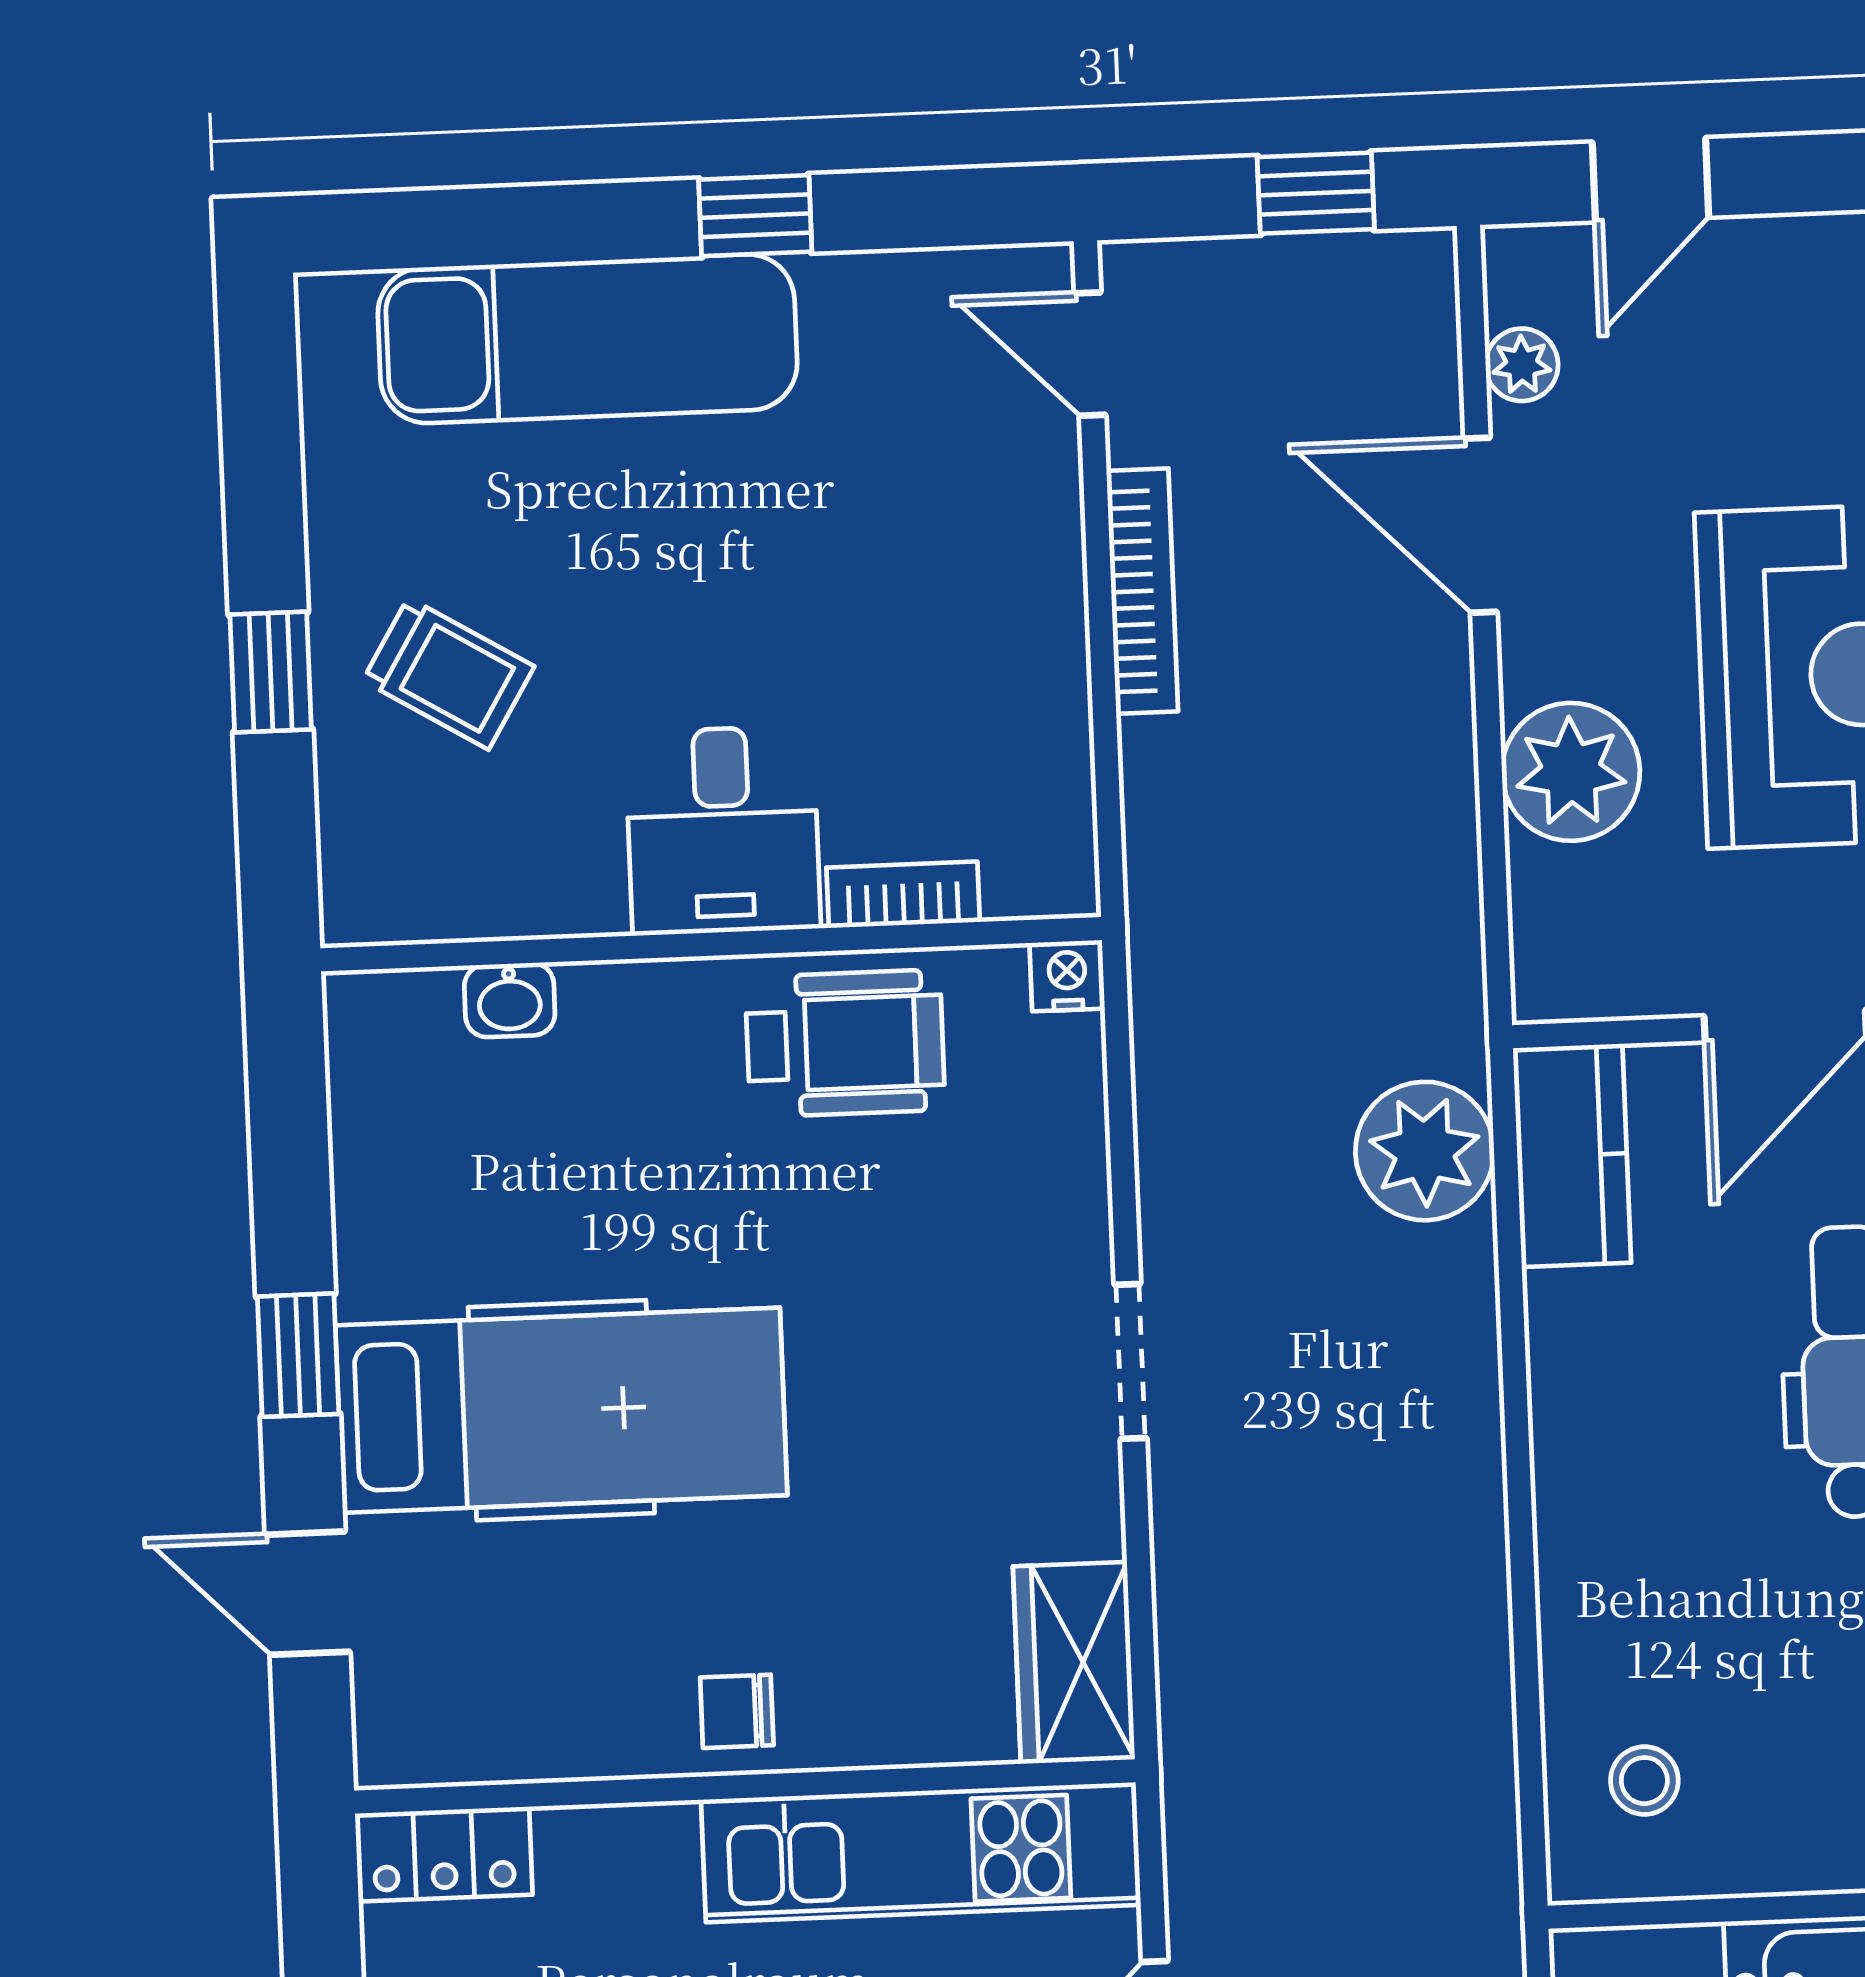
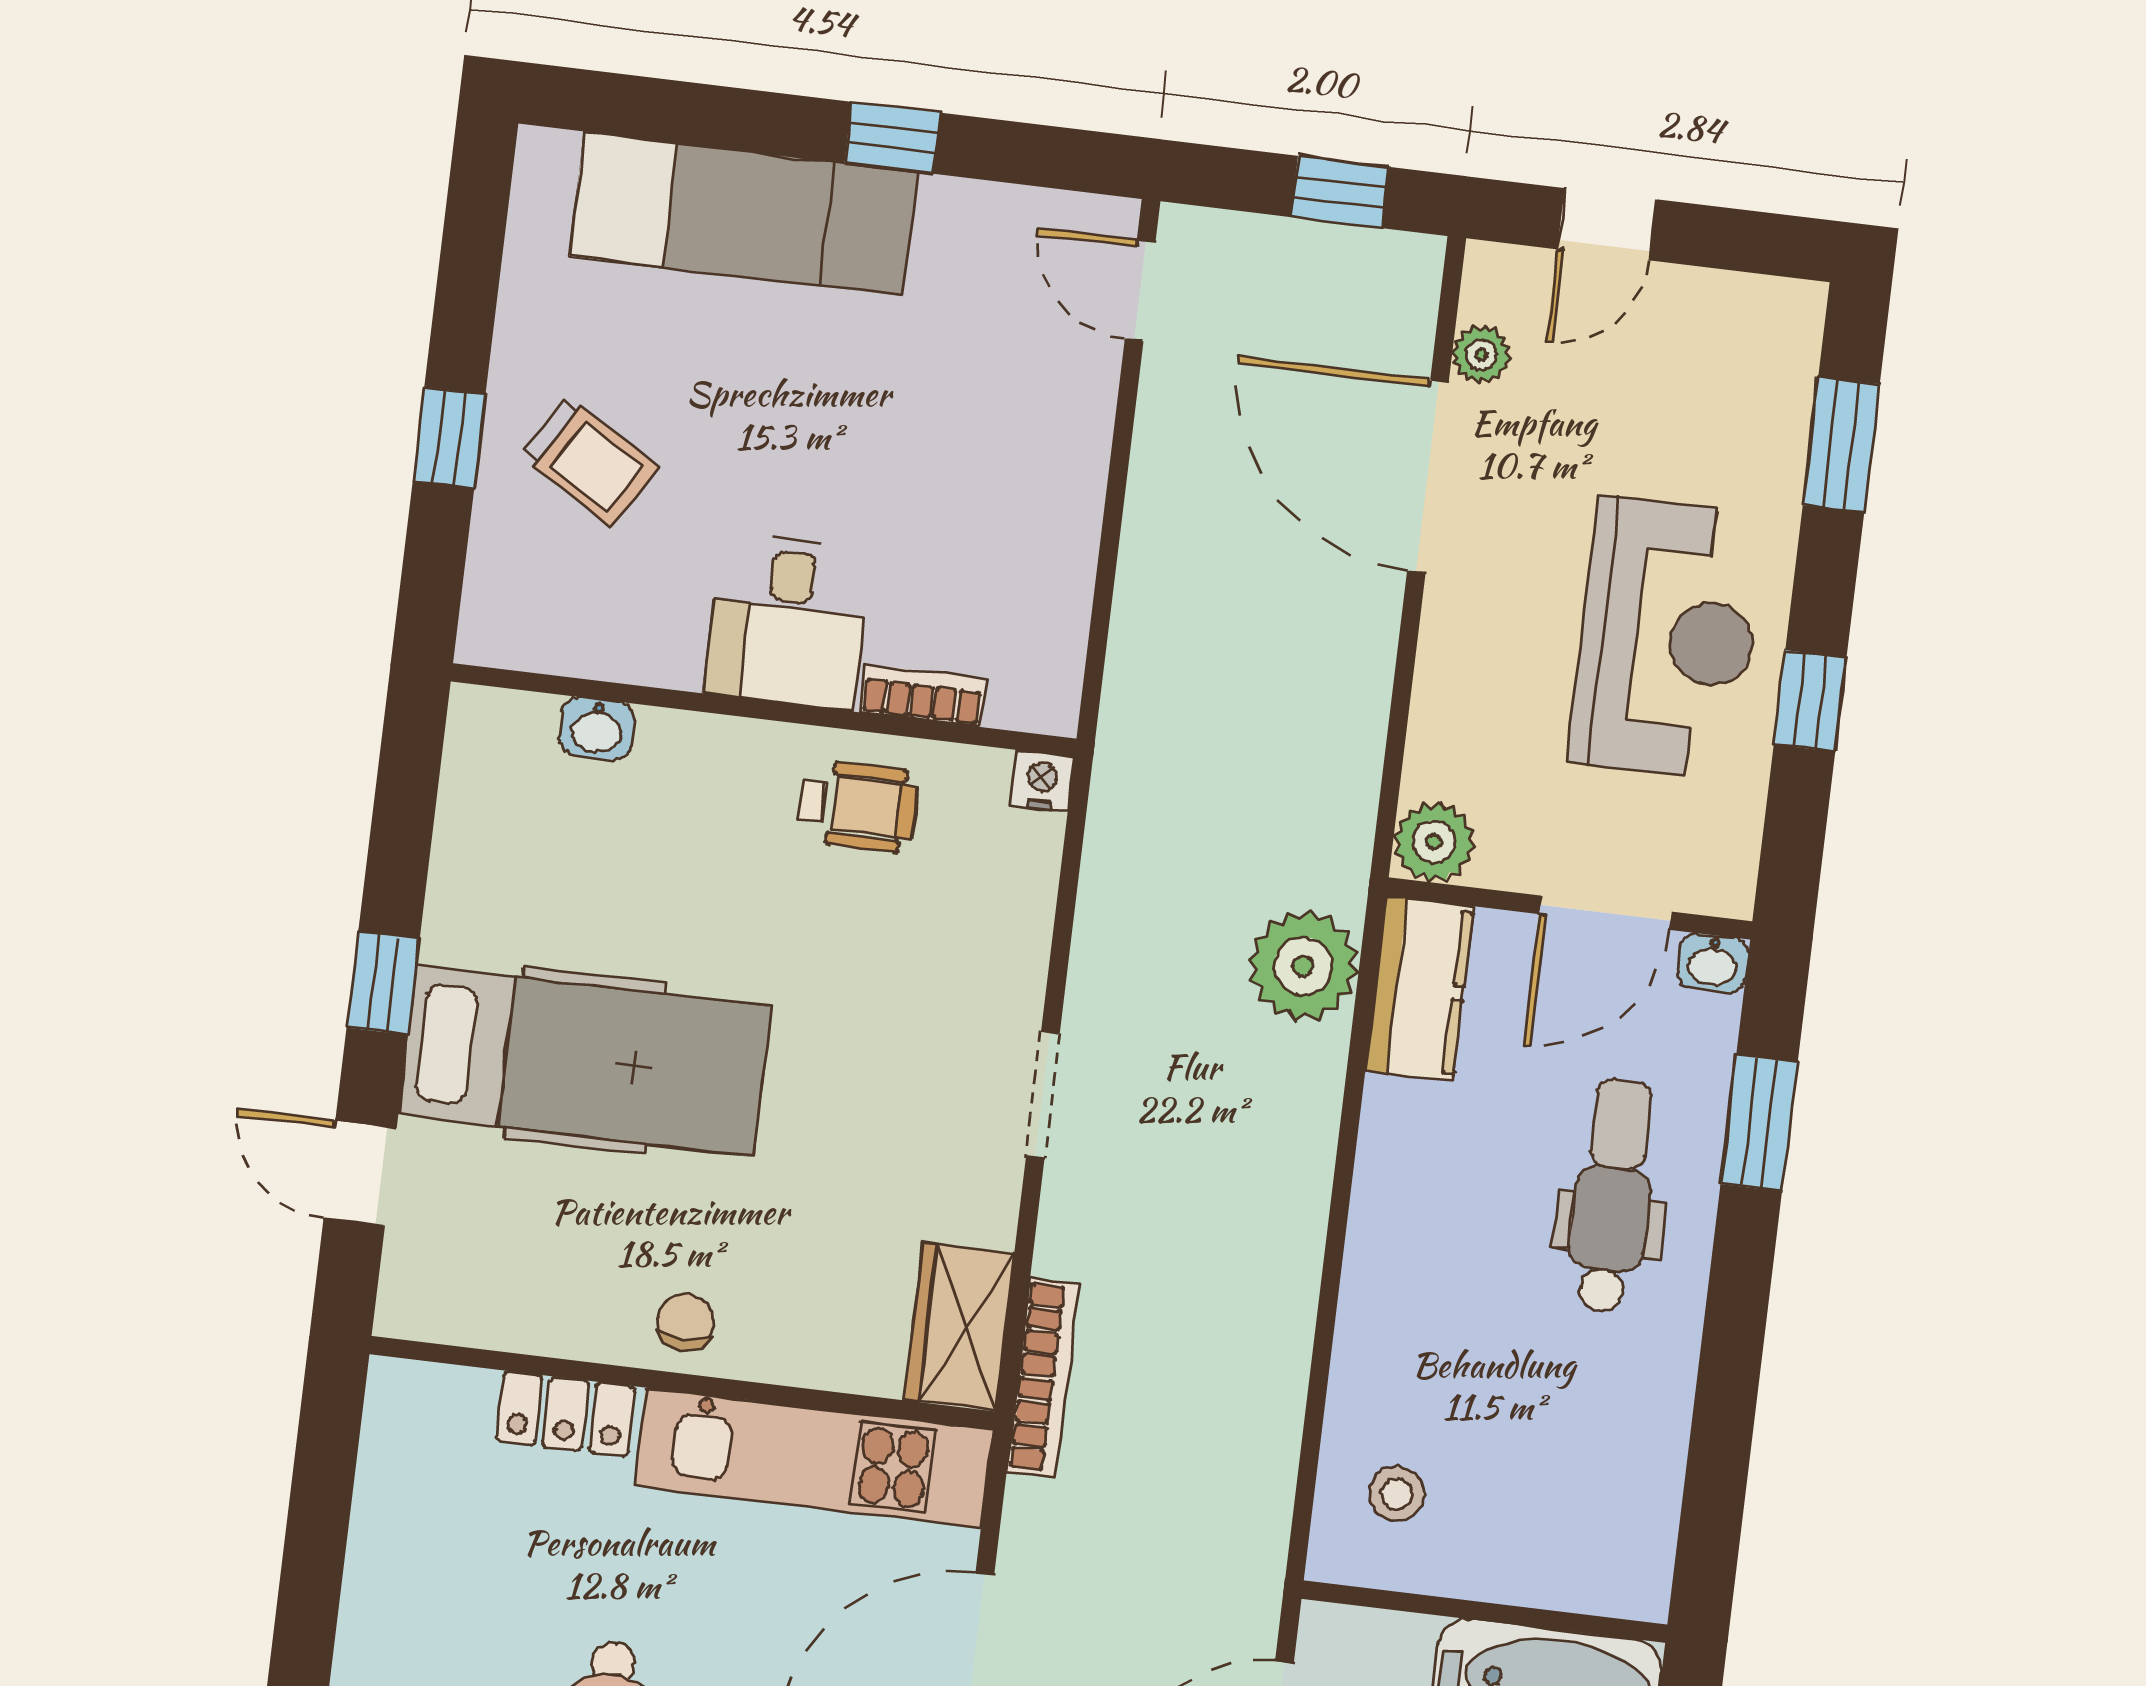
door: (1480, 525) -> (1428, 477), width x1.36
bookcase: (1142, 591) -> (1043, 1378), moved
plant: (1571, 772) -> (1434, 842), moved, width x0.73, depth x0.73
wheelchair: (845, 1043) -> (857, 806), width x0.73, depth x0.73
chair: (737, 1711) -> (685, 1322), turned 90
locker: (444, 1854) -> (566, 1414), moved

